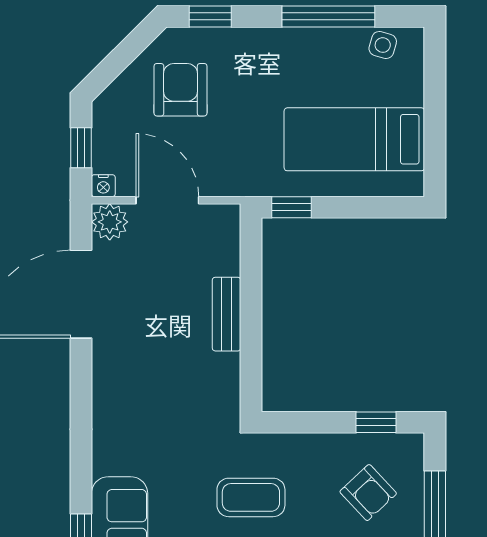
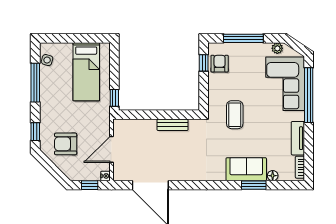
plant: (110, 222) -> (120, 173), removed
bench: (227, 314) -> (173, 125), moved
armchair: (368, 493) -> (220, 64), moved, turned -47

